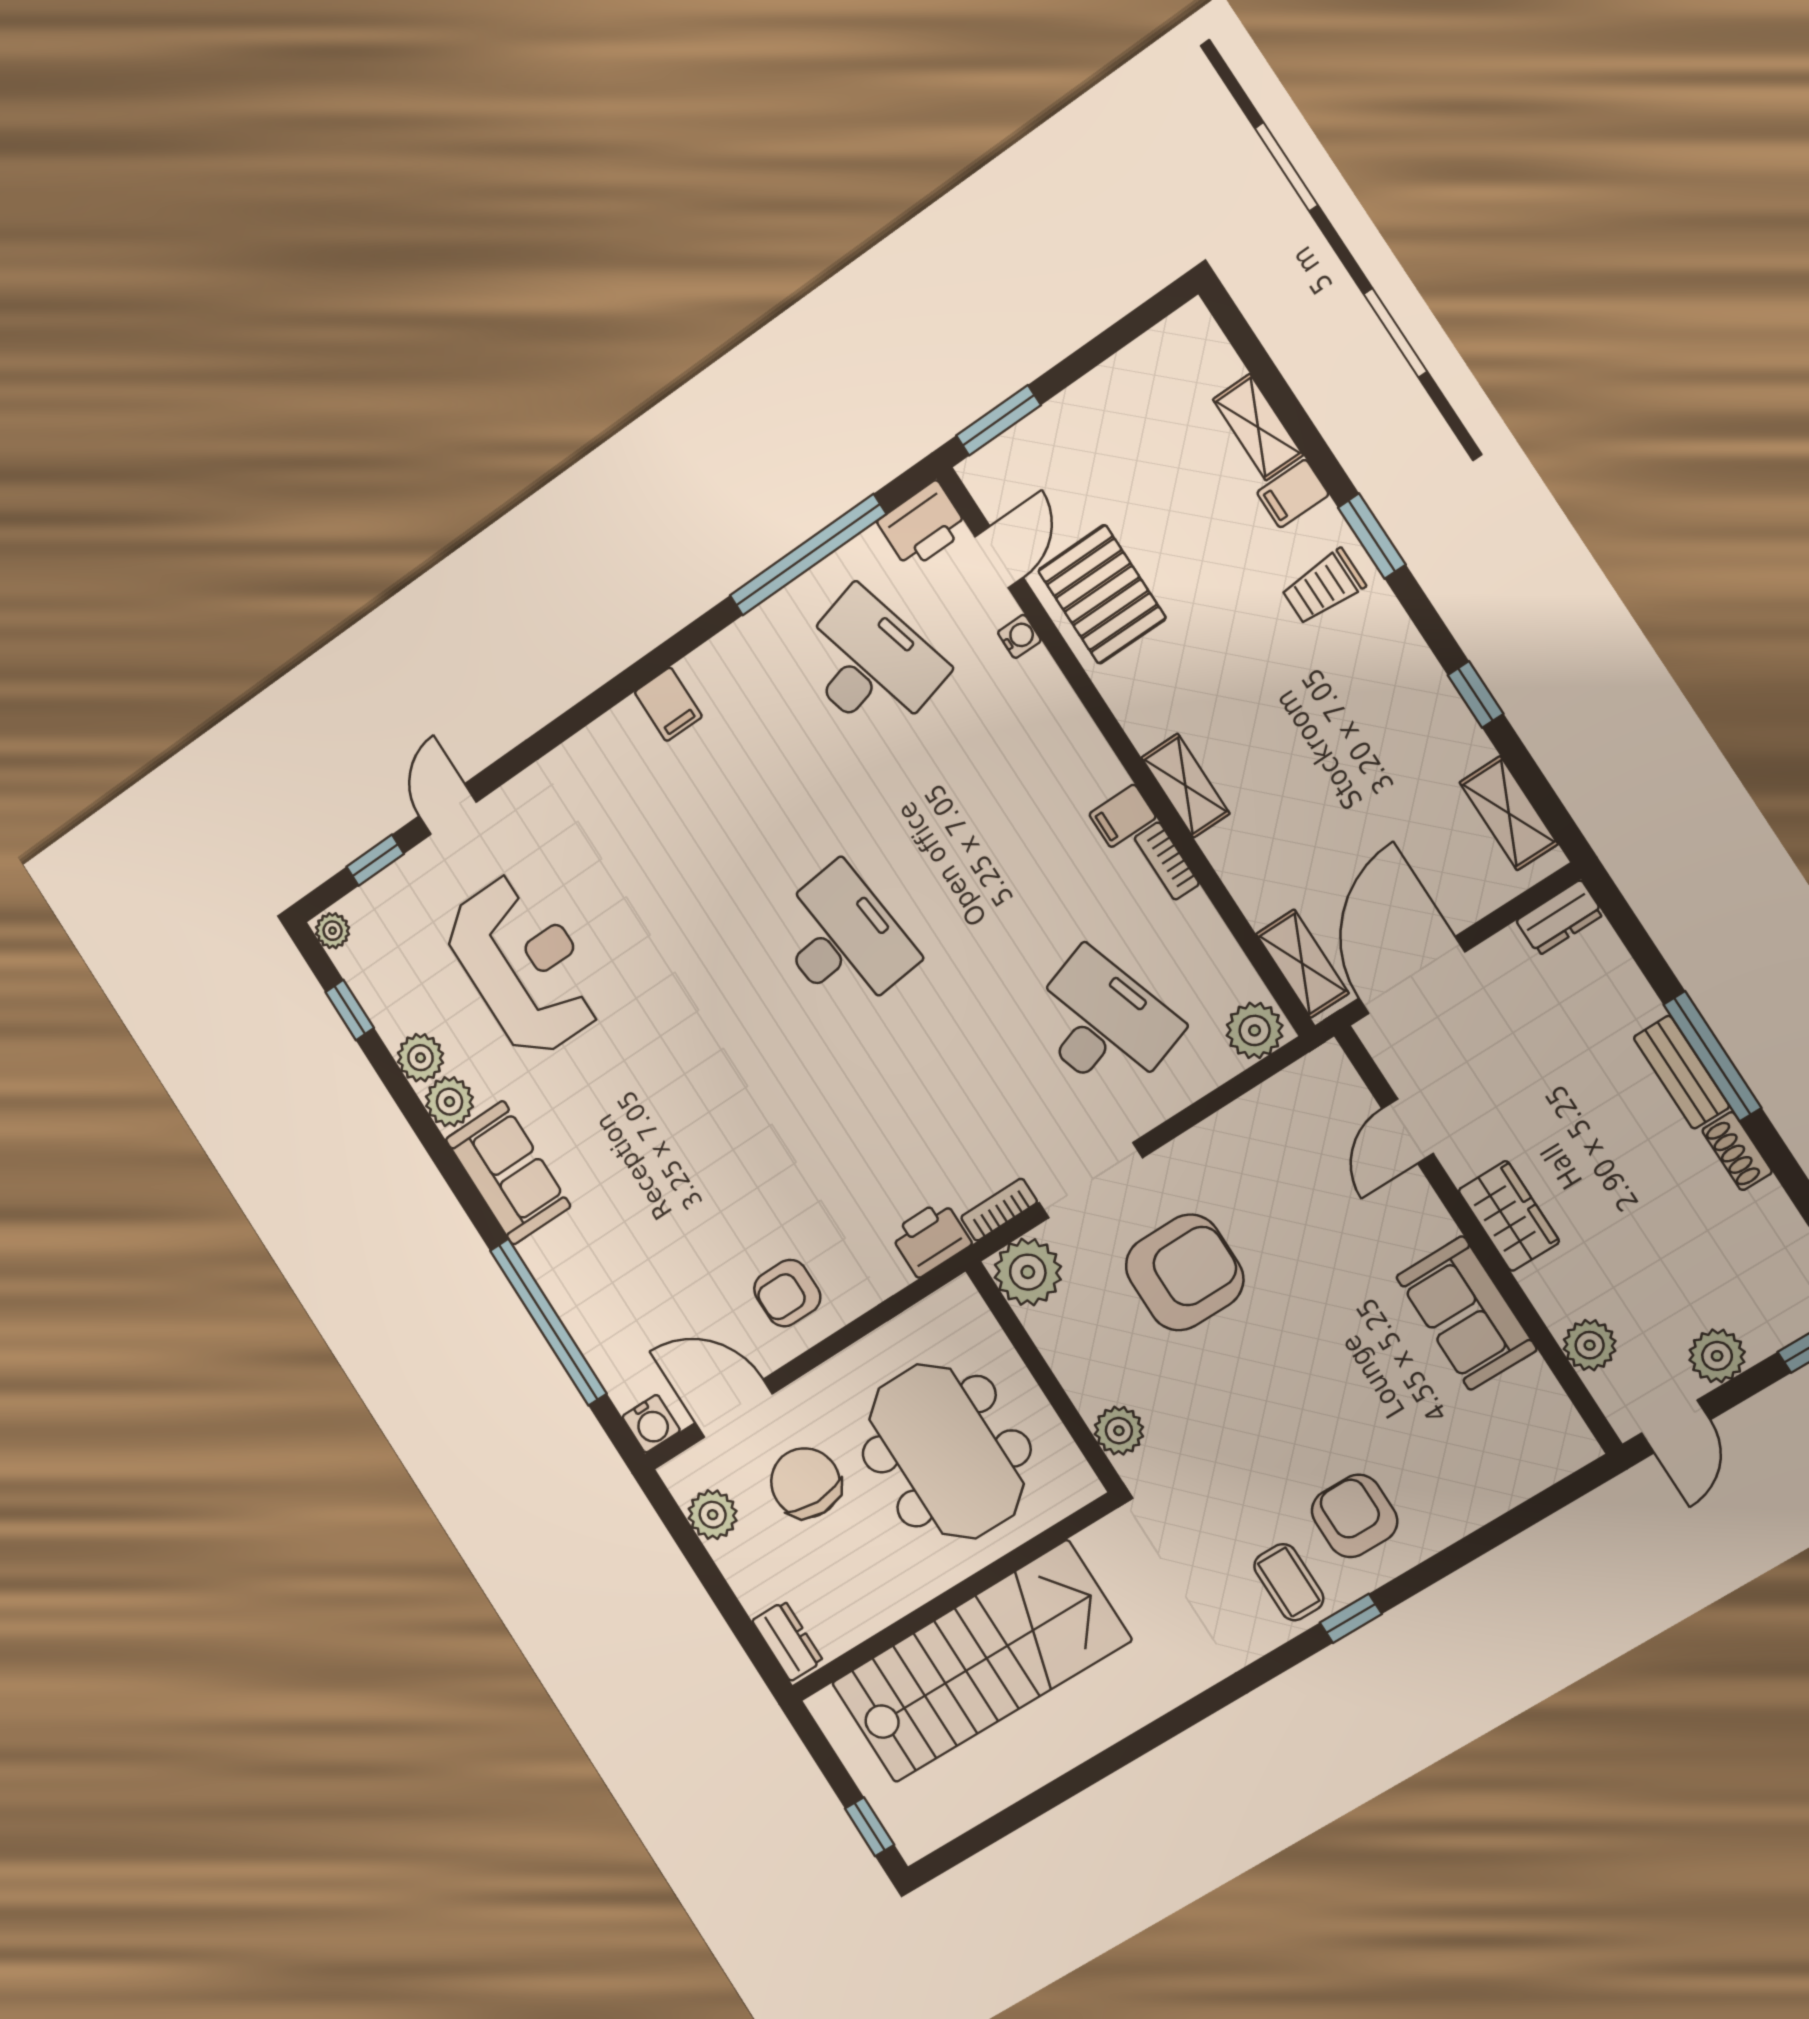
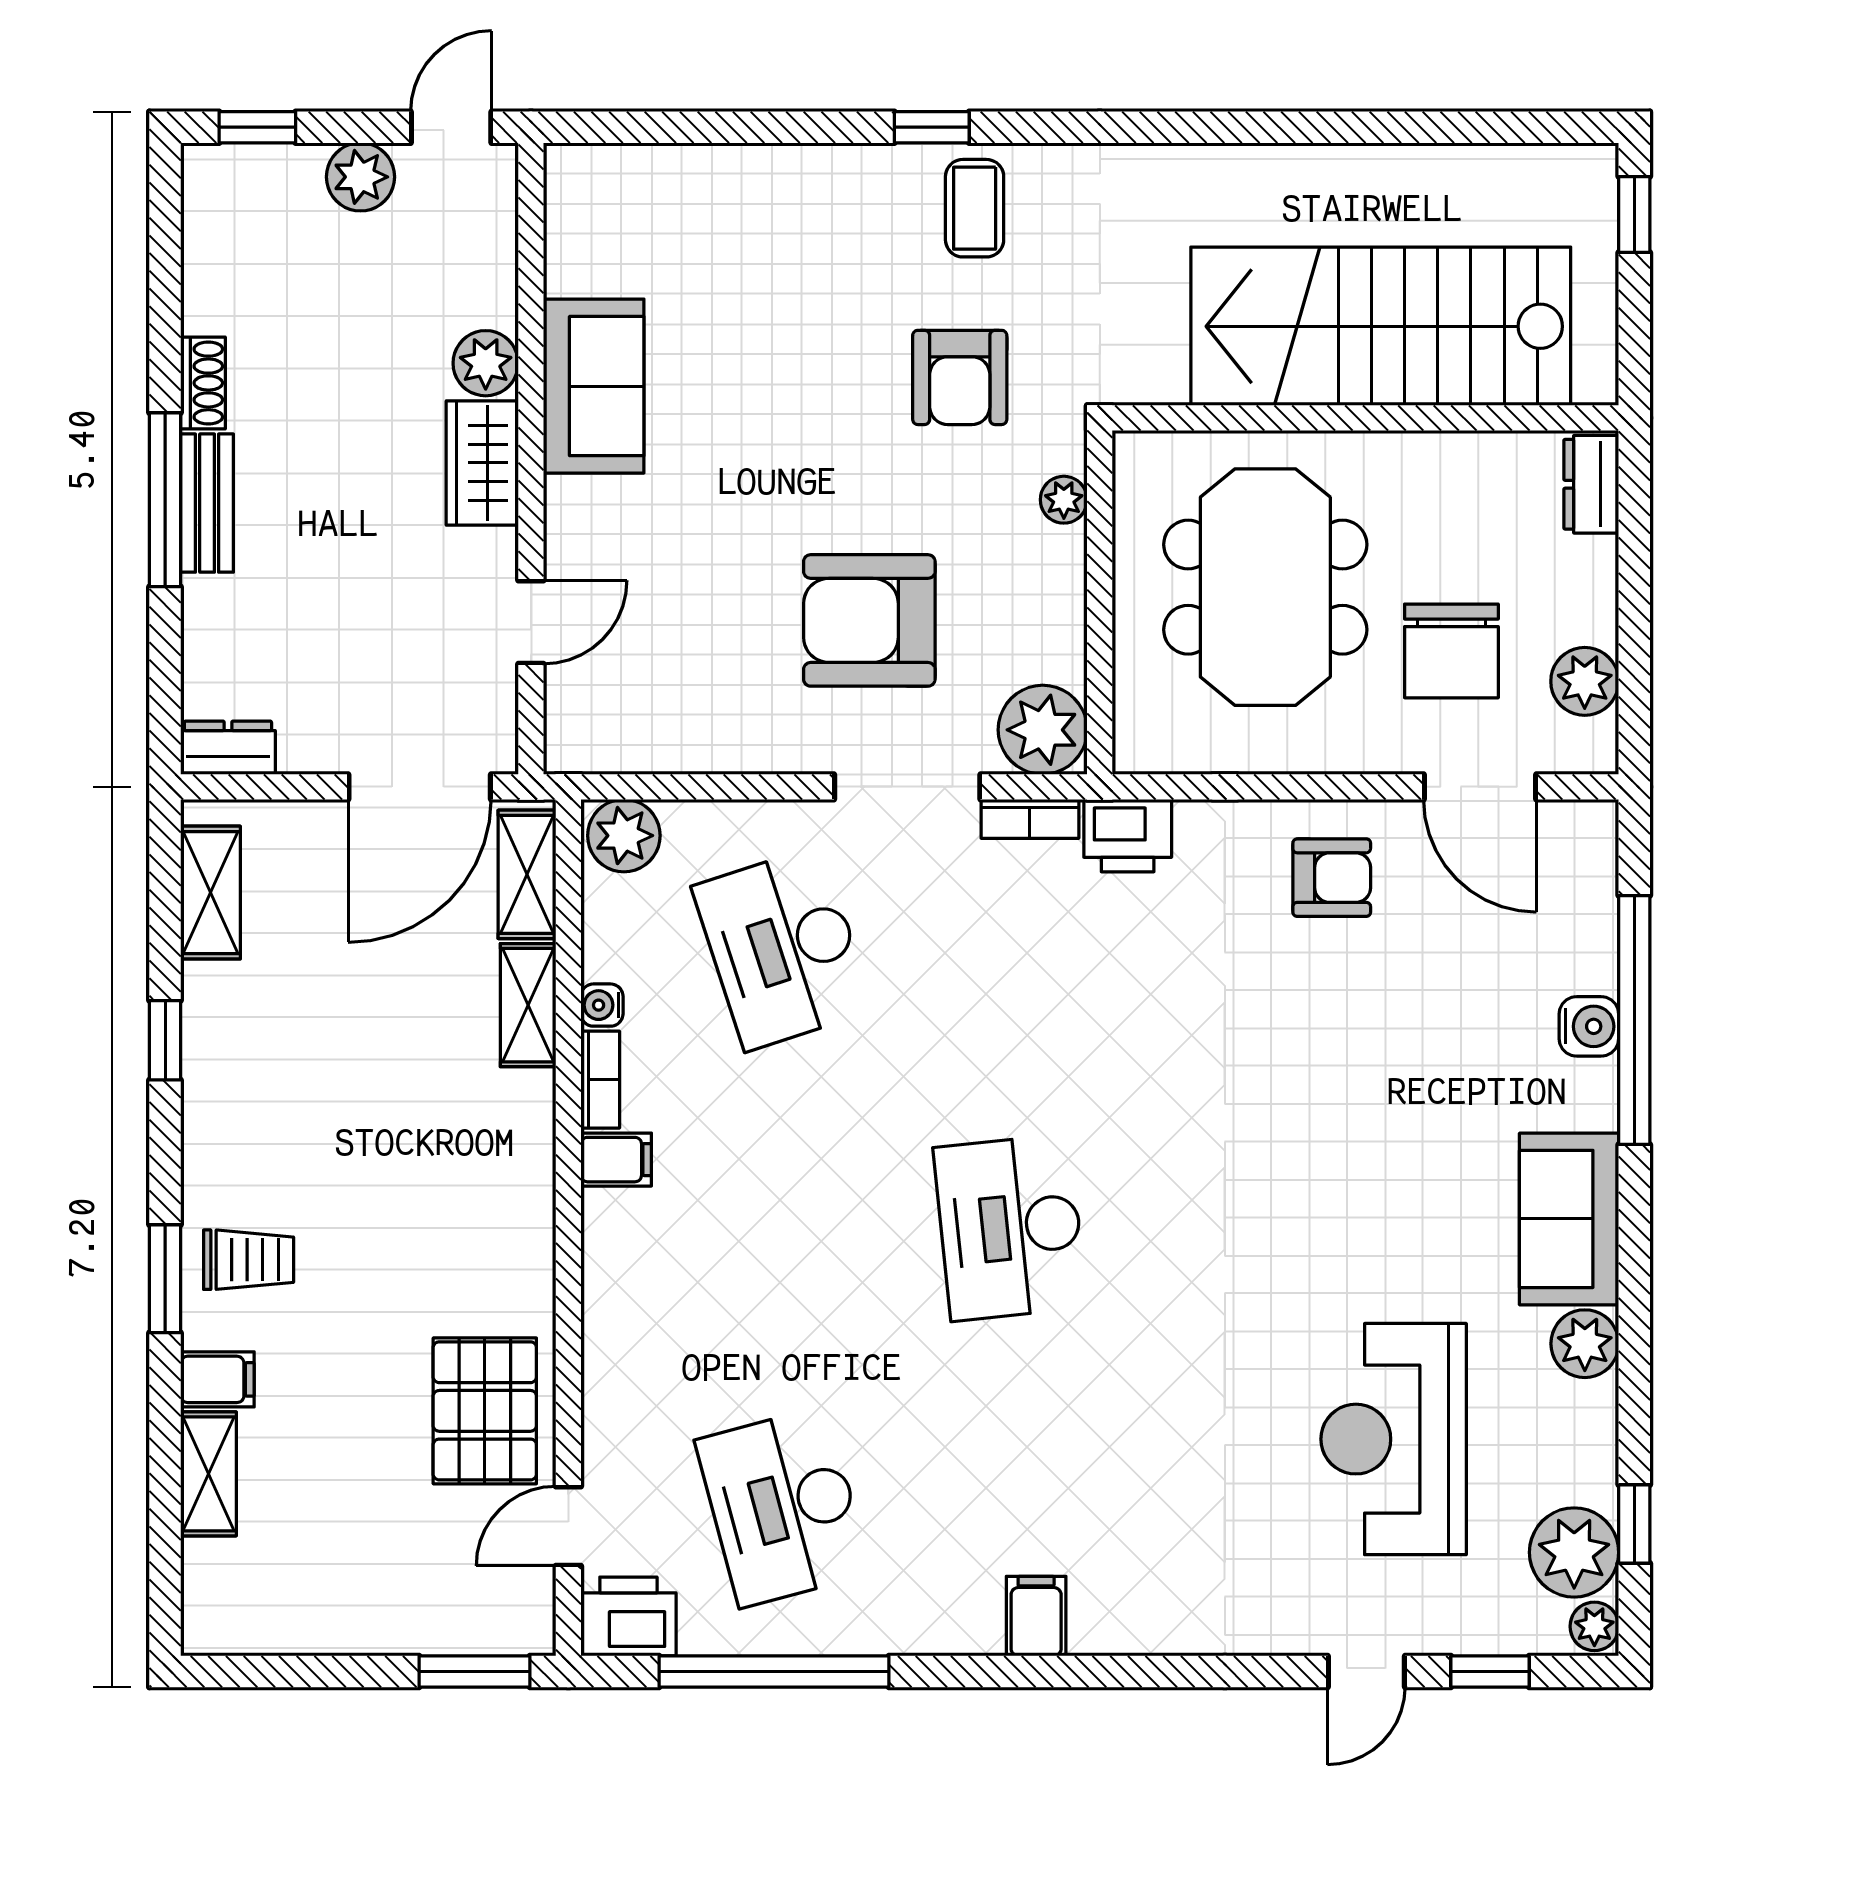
water cooler: (1019, 636) -> (602, 1005), moved
shelving: (1185, 786) -> (528, 1005), moved
plant: (420, 1058) -> (1574, 1552), moved, width x1.36, depth x1.36
plant: (1590, 1345) -> (486, 363), moved
water cooler: (651, 1424) -> (1589, 1026), moved, turned 90
plant: (1119, 1431) -> (1064, 500), width x0.73, depth x0.73
armchair: (1355, 1516) -> (960, 377), moved

